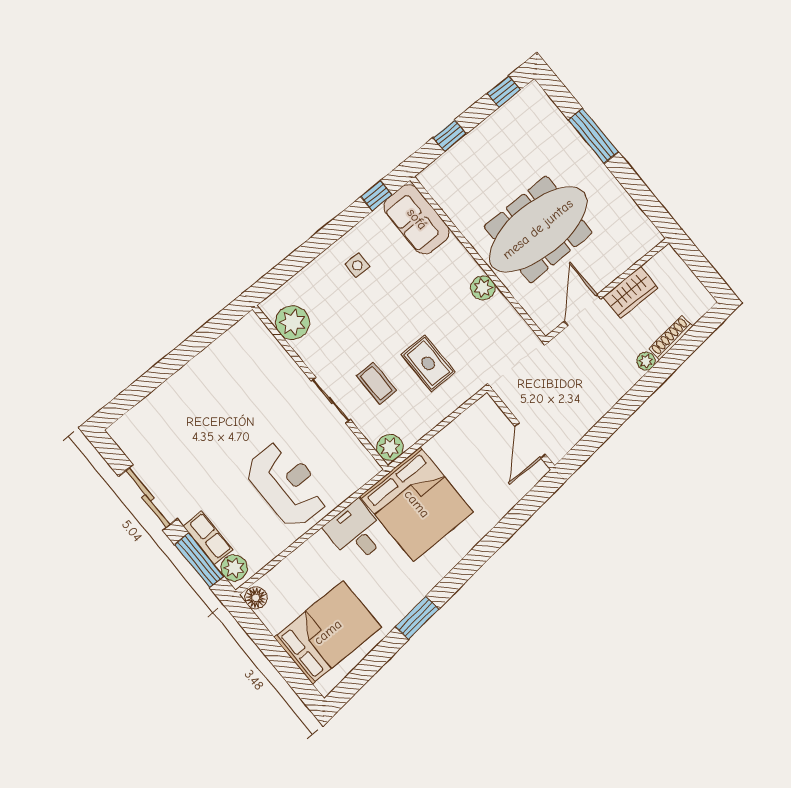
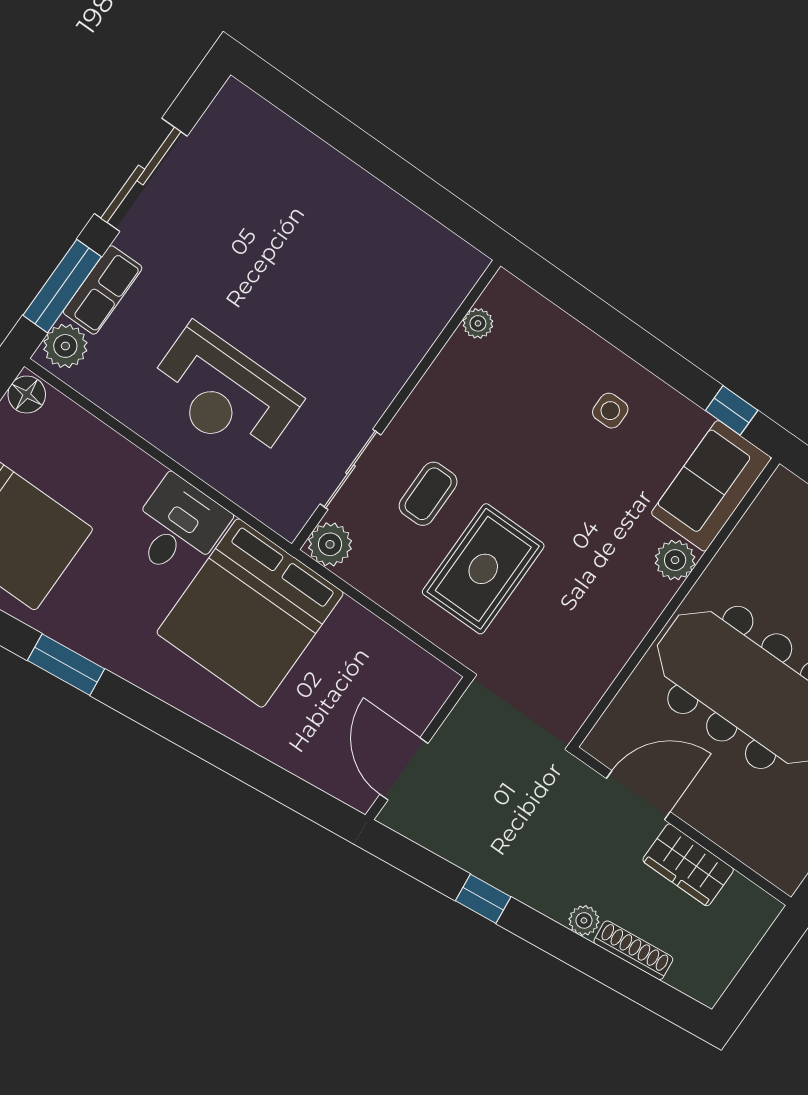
plant: (483, 288) -> (675, 560), moved
plant: (293, 323) -> (478, 323), width x0.53, depth x0.53
rug: (428, 363) -> (483, 569), width x1.36, depth x1.43
sliding door: (331, 400) -> (350, 469), moved
window: (617, 416) -> (483, 899), added
door: (530, 440) -> (404, 769), hinge flipped
reception desk: (287, 485) -> (224, 394), turned 90

